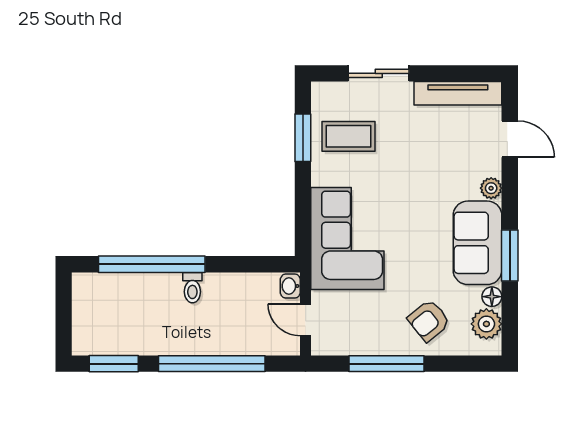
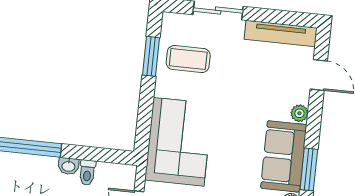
washbasin: (290, 286) -> (68, 166), moved, turned -90
toilet: (192, 288) -> (87, 172), moved

